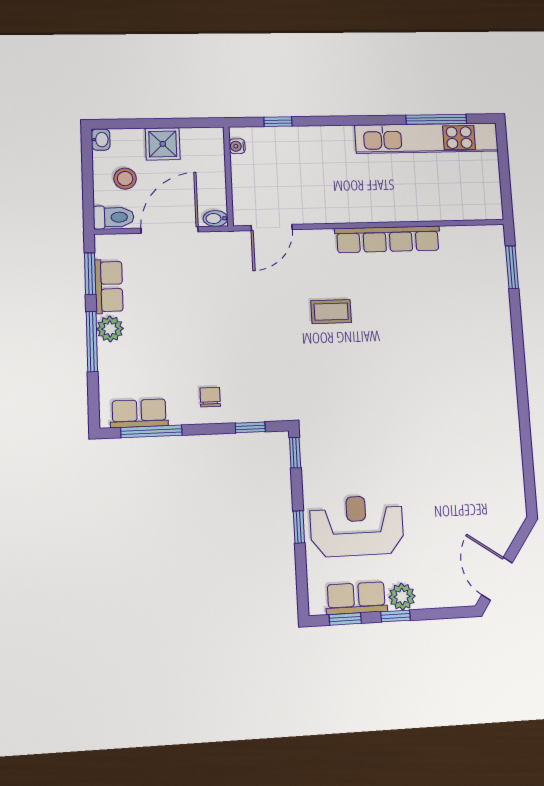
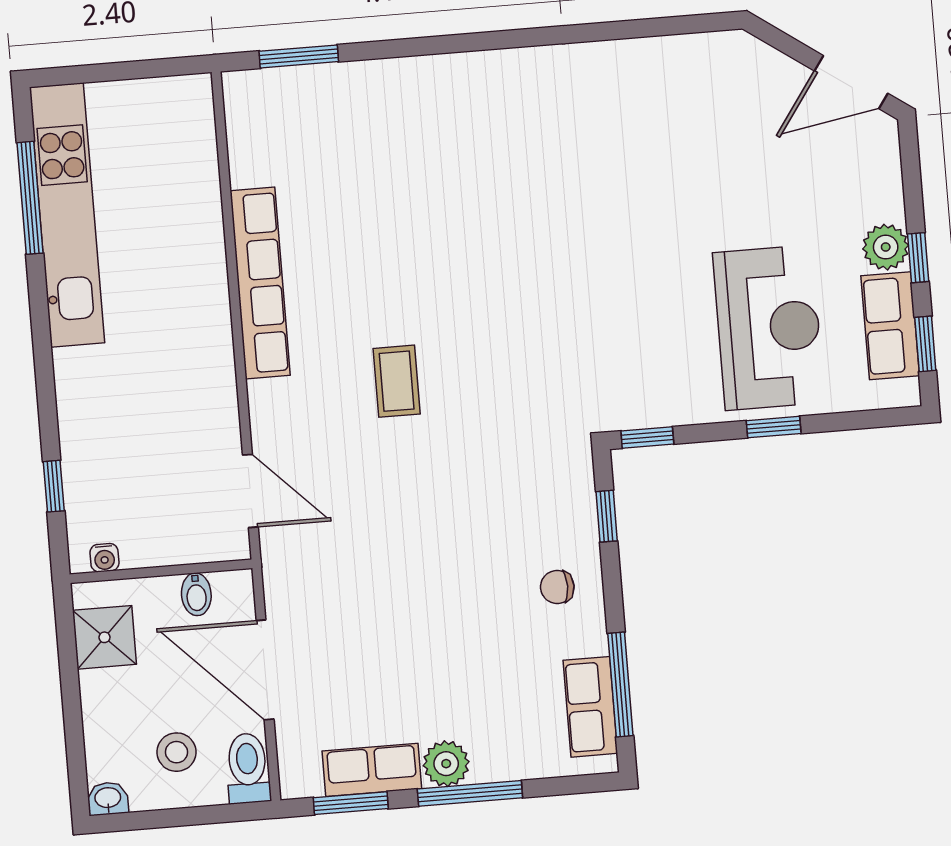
shower: (163, 144) -> (104, 637), moved
bidet: (215, 218) -> (196, 594), moved
reception desk: (357, 526) -> (769, 328), turned 180

